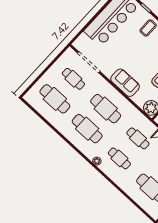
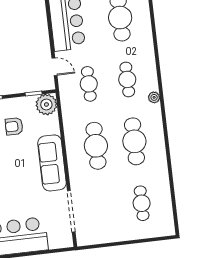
cafe table: (73, 79) -> (103, 208), removed
sofa: (125, 83) -> (52, 163), width x1.36
cafe table: (55, 99) -> (142, 203), width x0.73, depth x0.74

